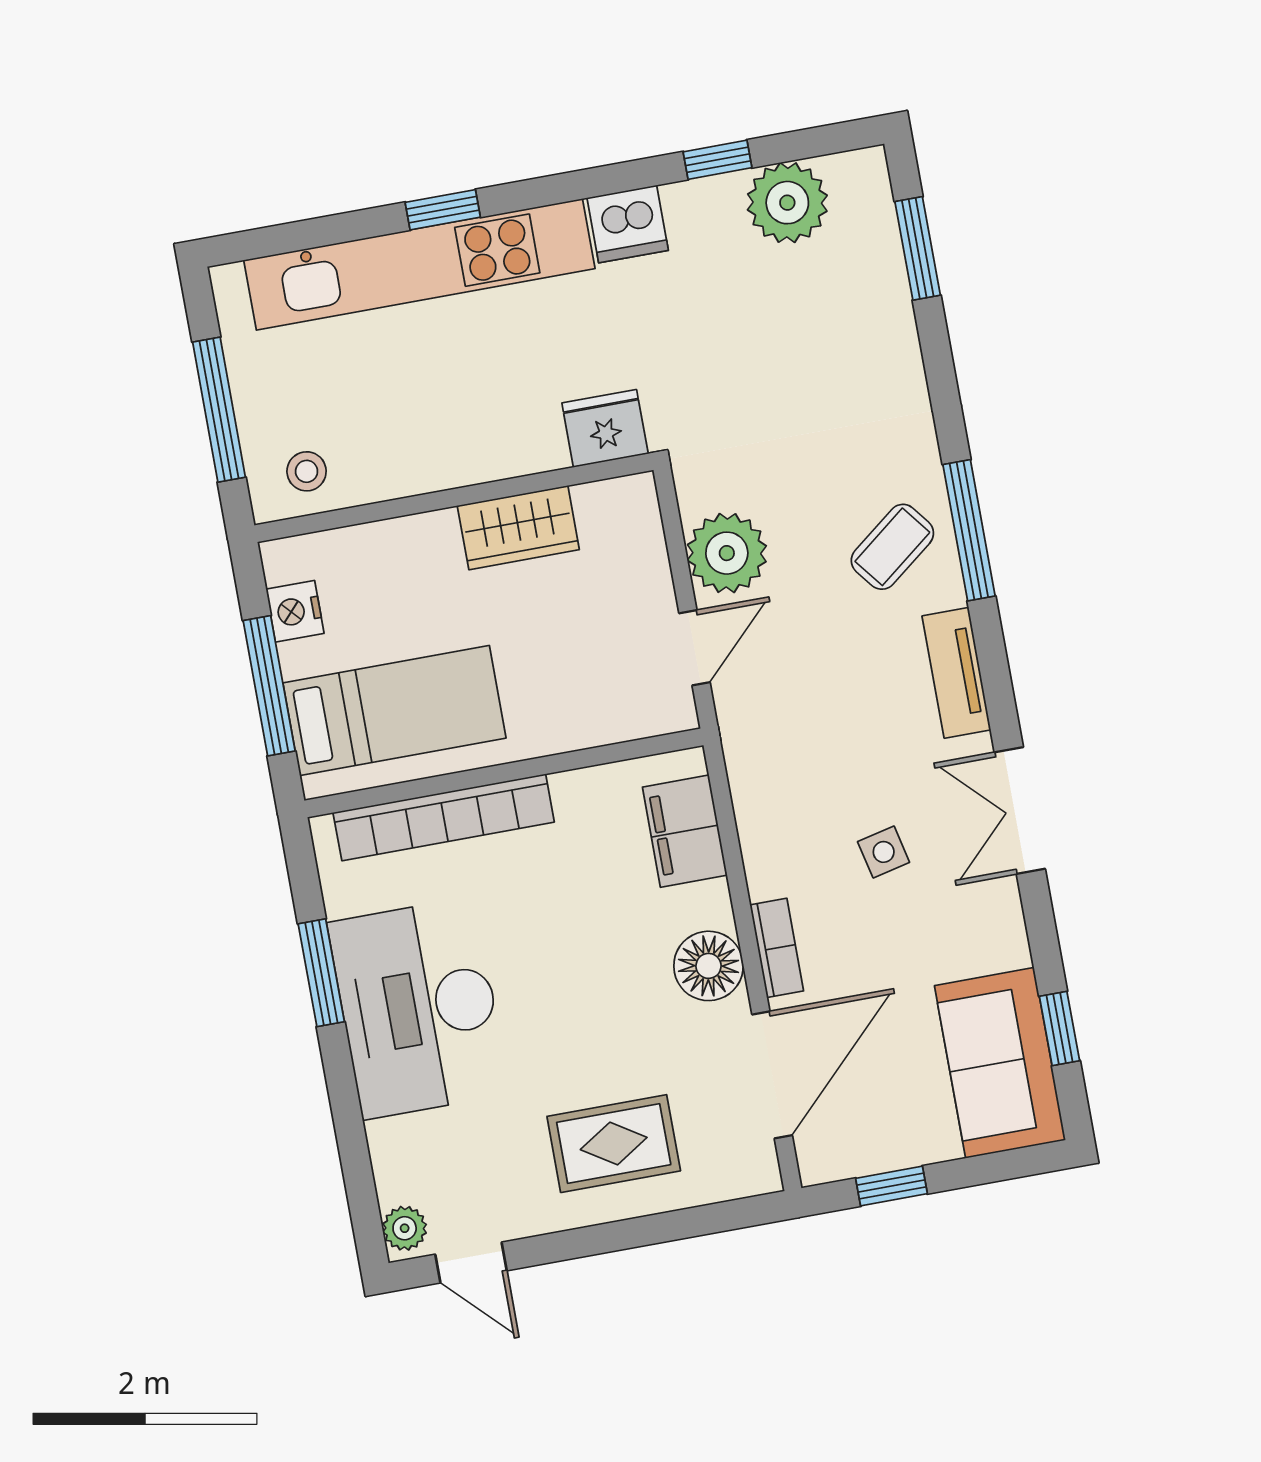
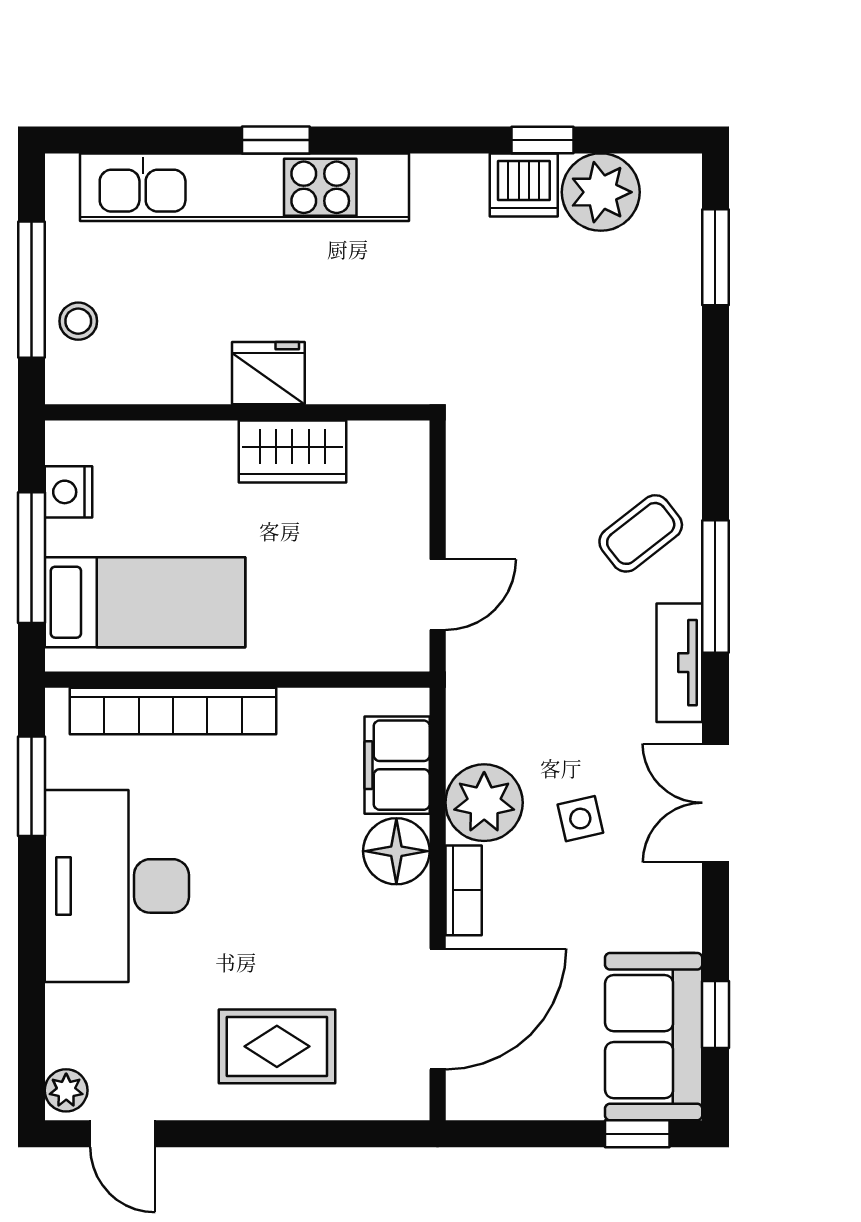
dishwasher: (628, 224) -> (524, 185), moved
fridge: (605, 428) -> (268, 373), moved
stool: (307, 471) -> (78, 321), moved
window: (969, 530) -> (715, 587), moved
plant: (727, 553) -> (484, 803), moved
floor lamp: (708, 966) -> (396, 851), moved
window: (321, 973) -> (31, 786), moved
window: (892, 1186) -> (637, 1134), moved

